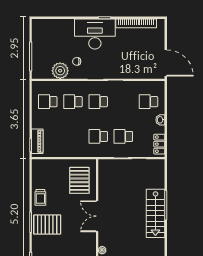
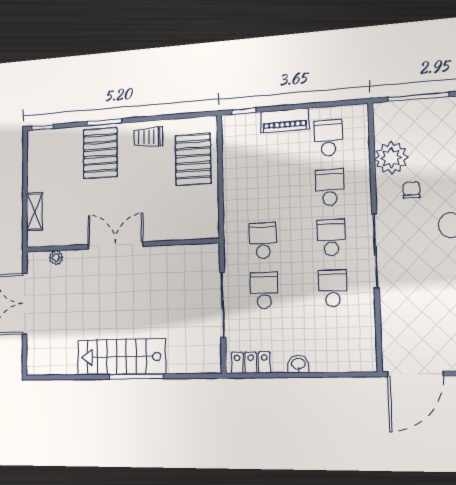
school desk: (149, 102) -> (333, 288), moved
piano: (37, 141) -> (285, 120), moved
pallet: (79, 180) -> (193, 159), moved, turned 90

